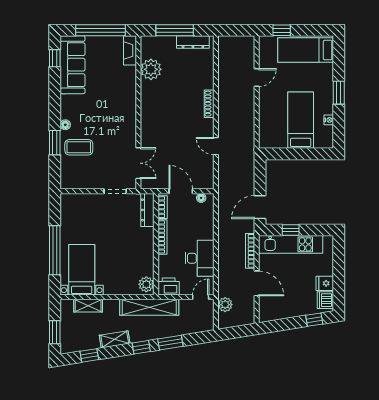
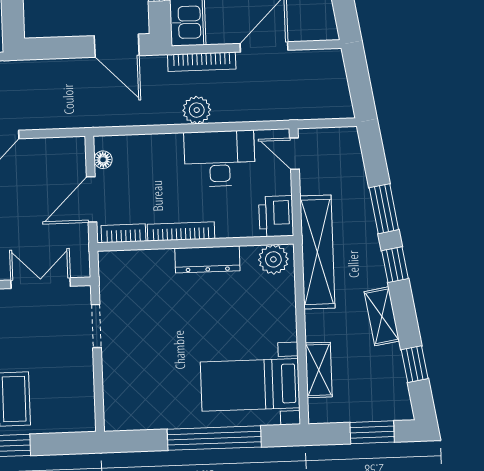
dresser: (147, 210) -> (207, 259), moved
plant: (225, 305) -> (197, 110), moved

